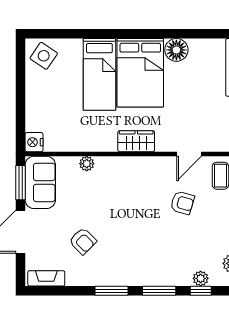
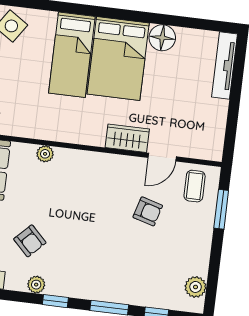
wardrobe: (136, 141) -> (127, 138), moved
plant: (201, 278) -> (36, 285), moved
window: (111, 291) -> (55, 301), width x0.67

